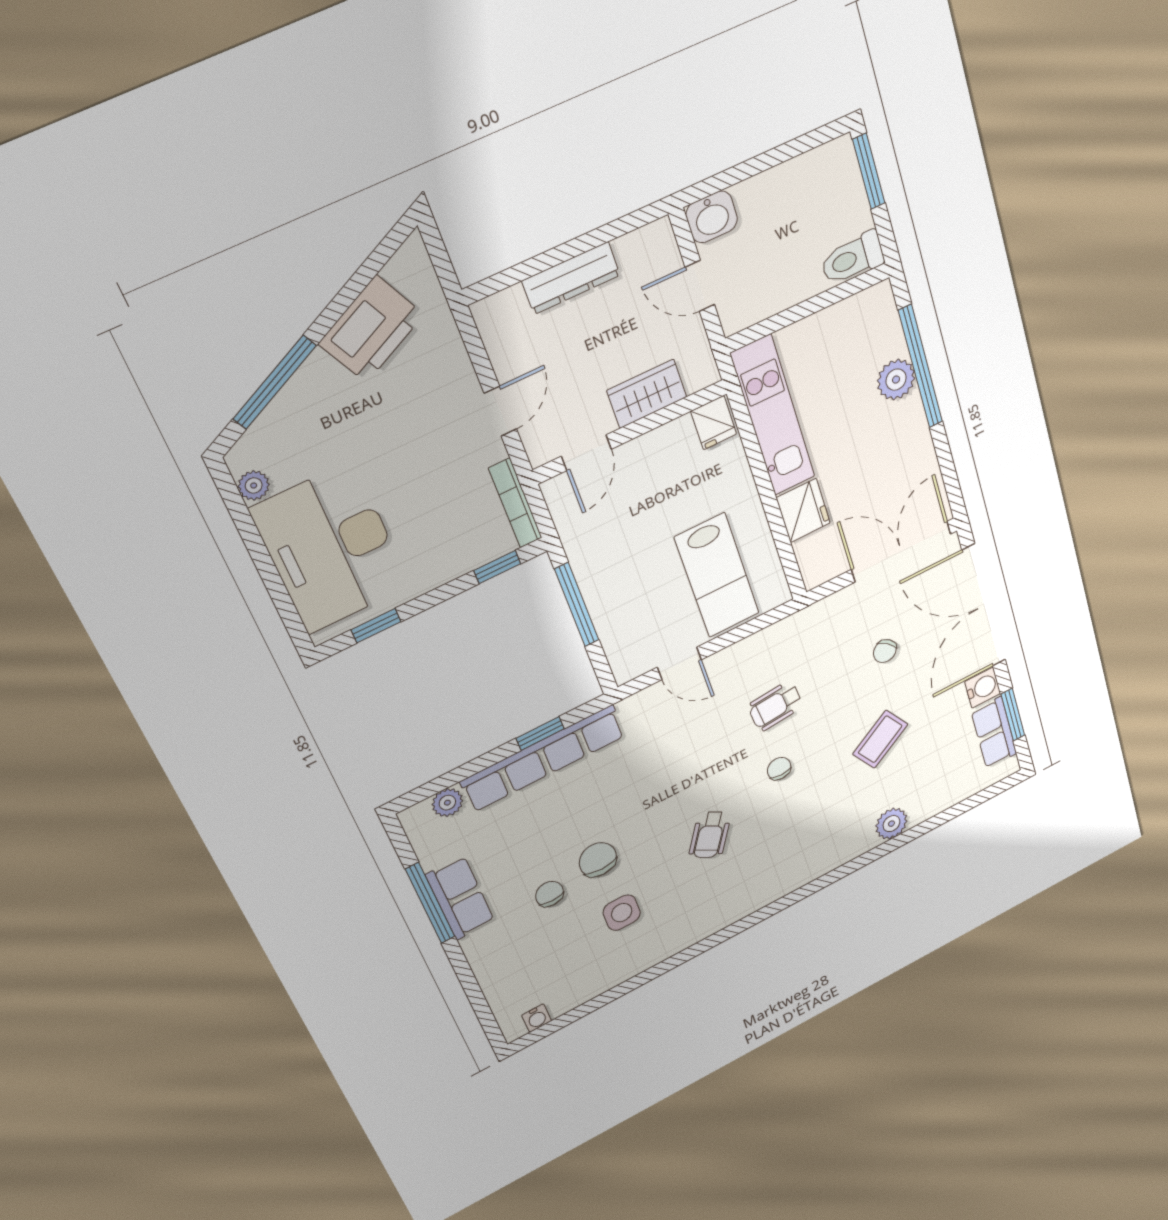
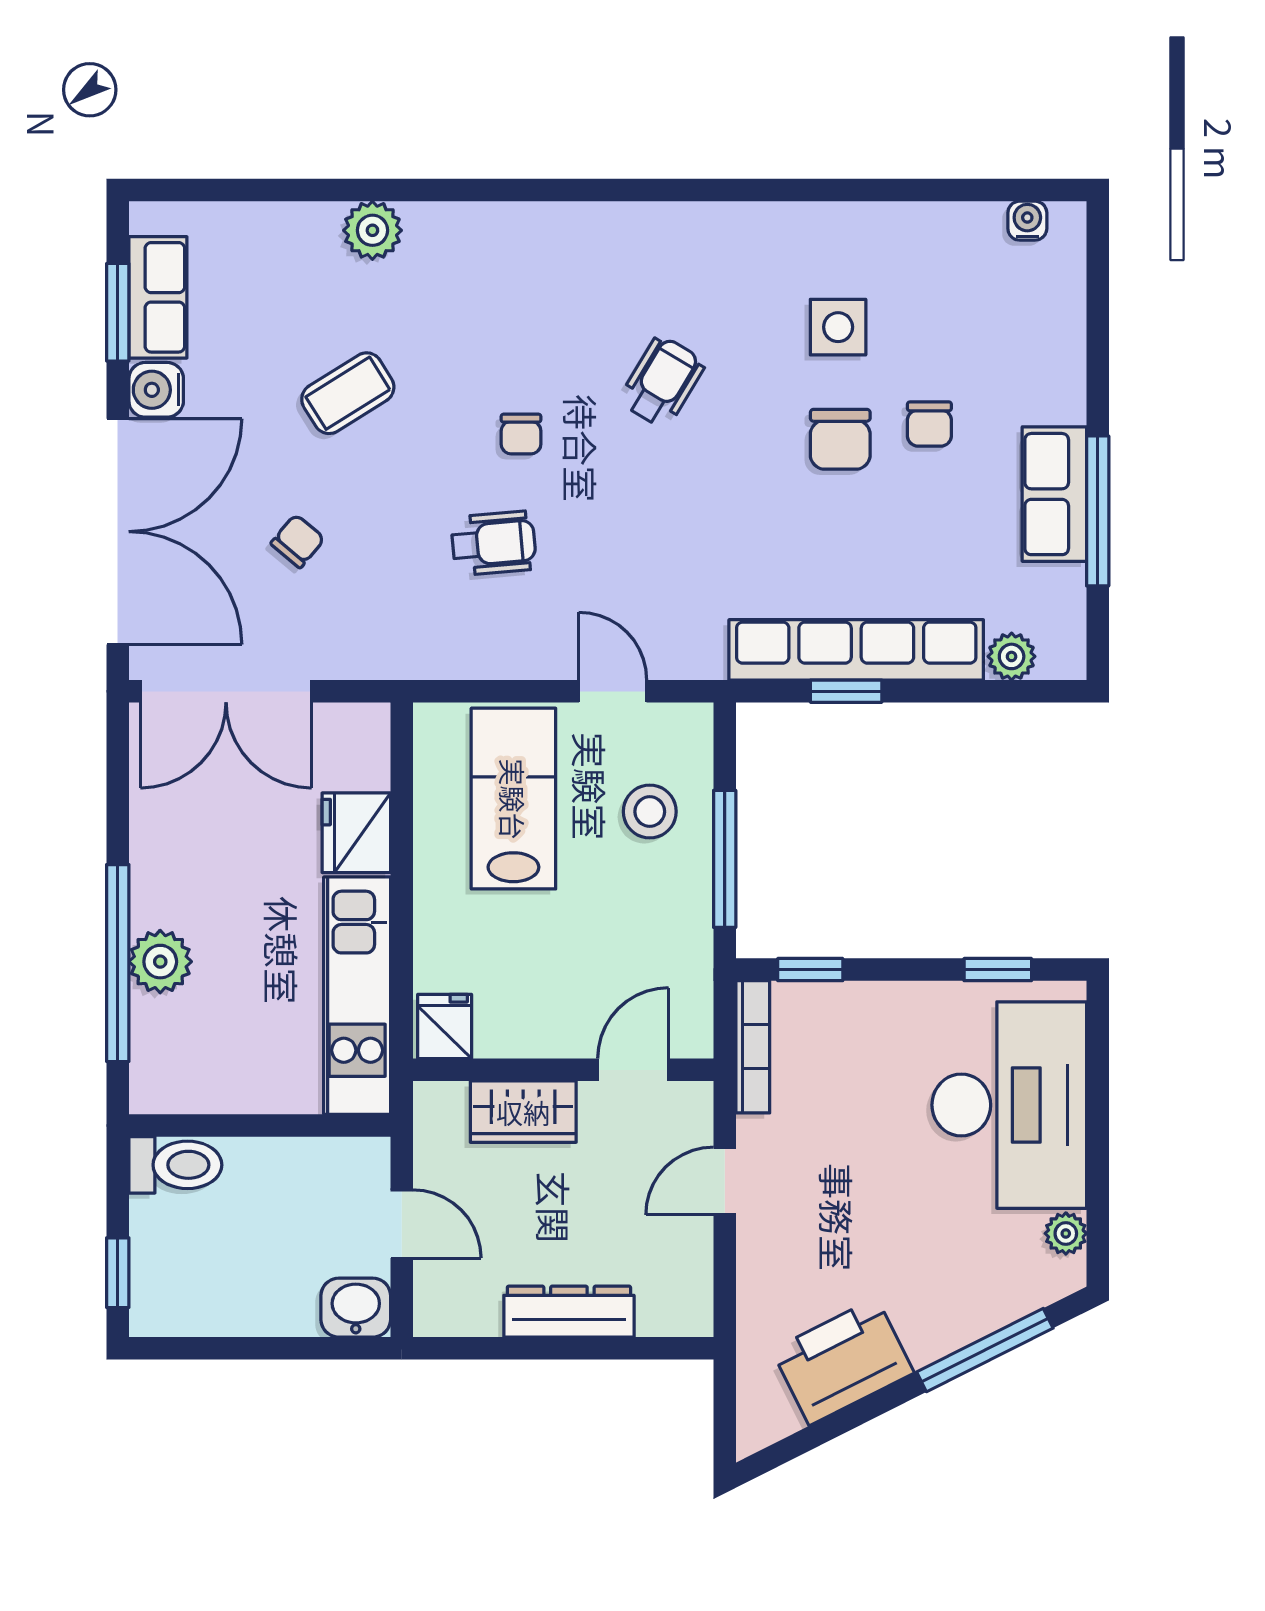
window: (869, 171) -> (118, 1273), width x0.67
stool: (633, 609) -> (650, 812), added

